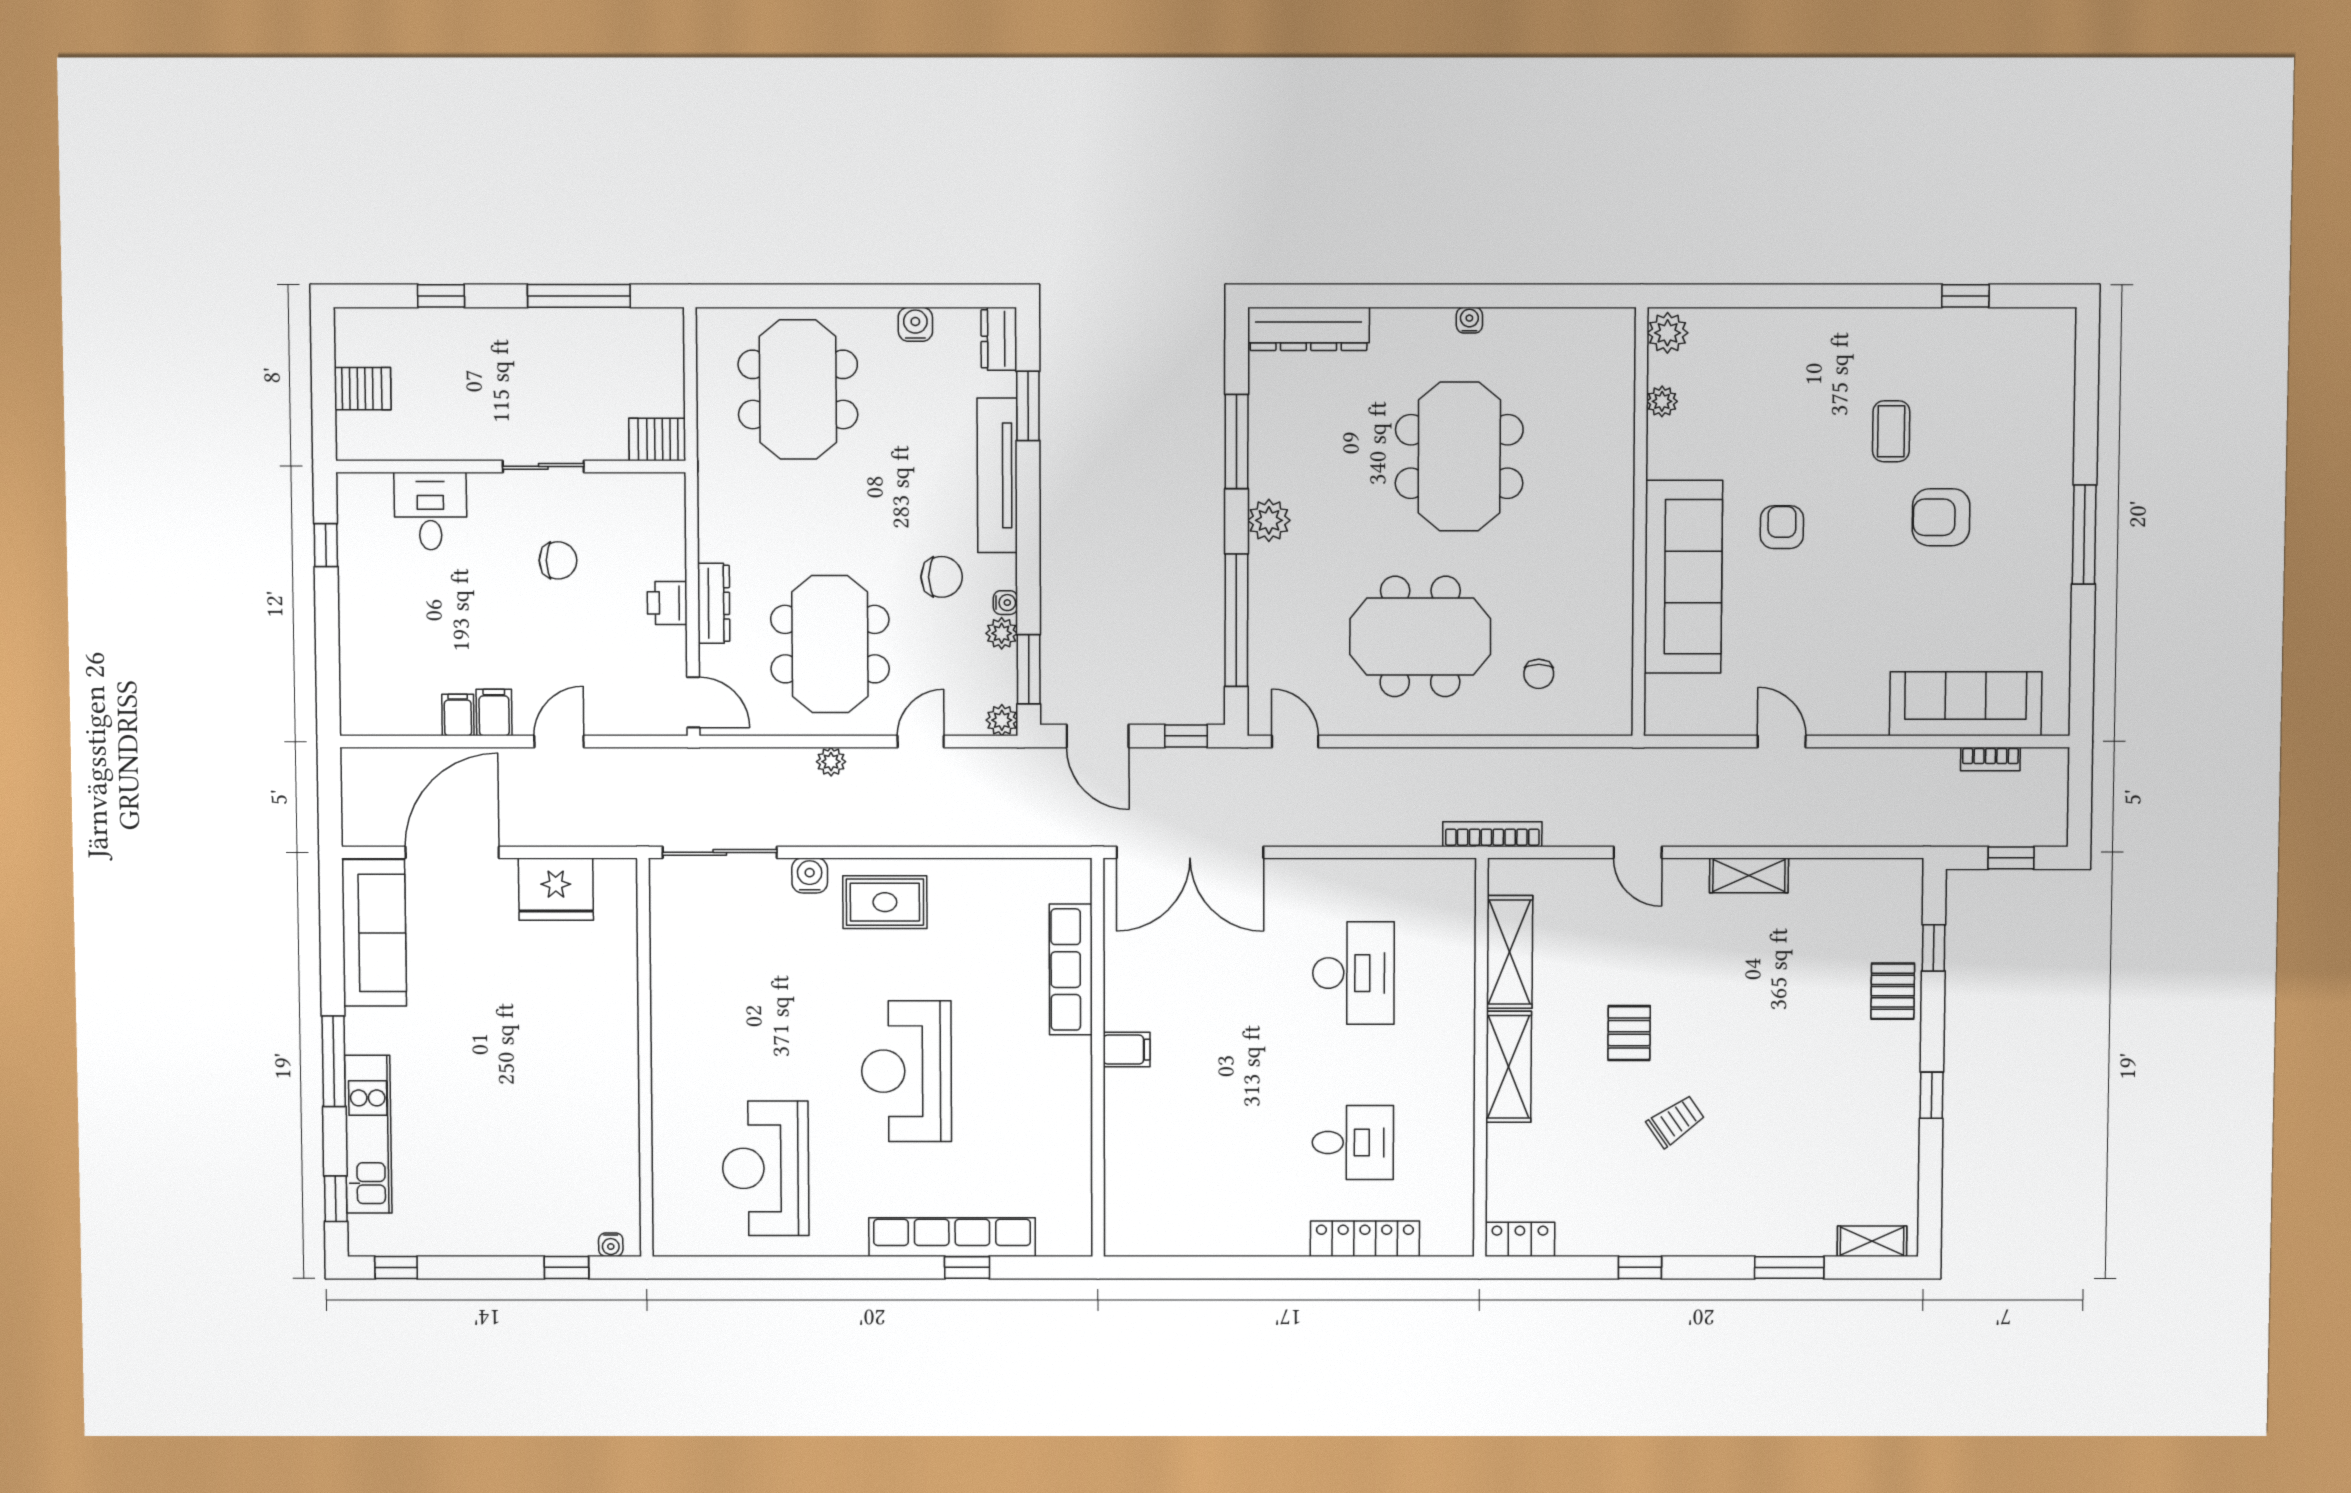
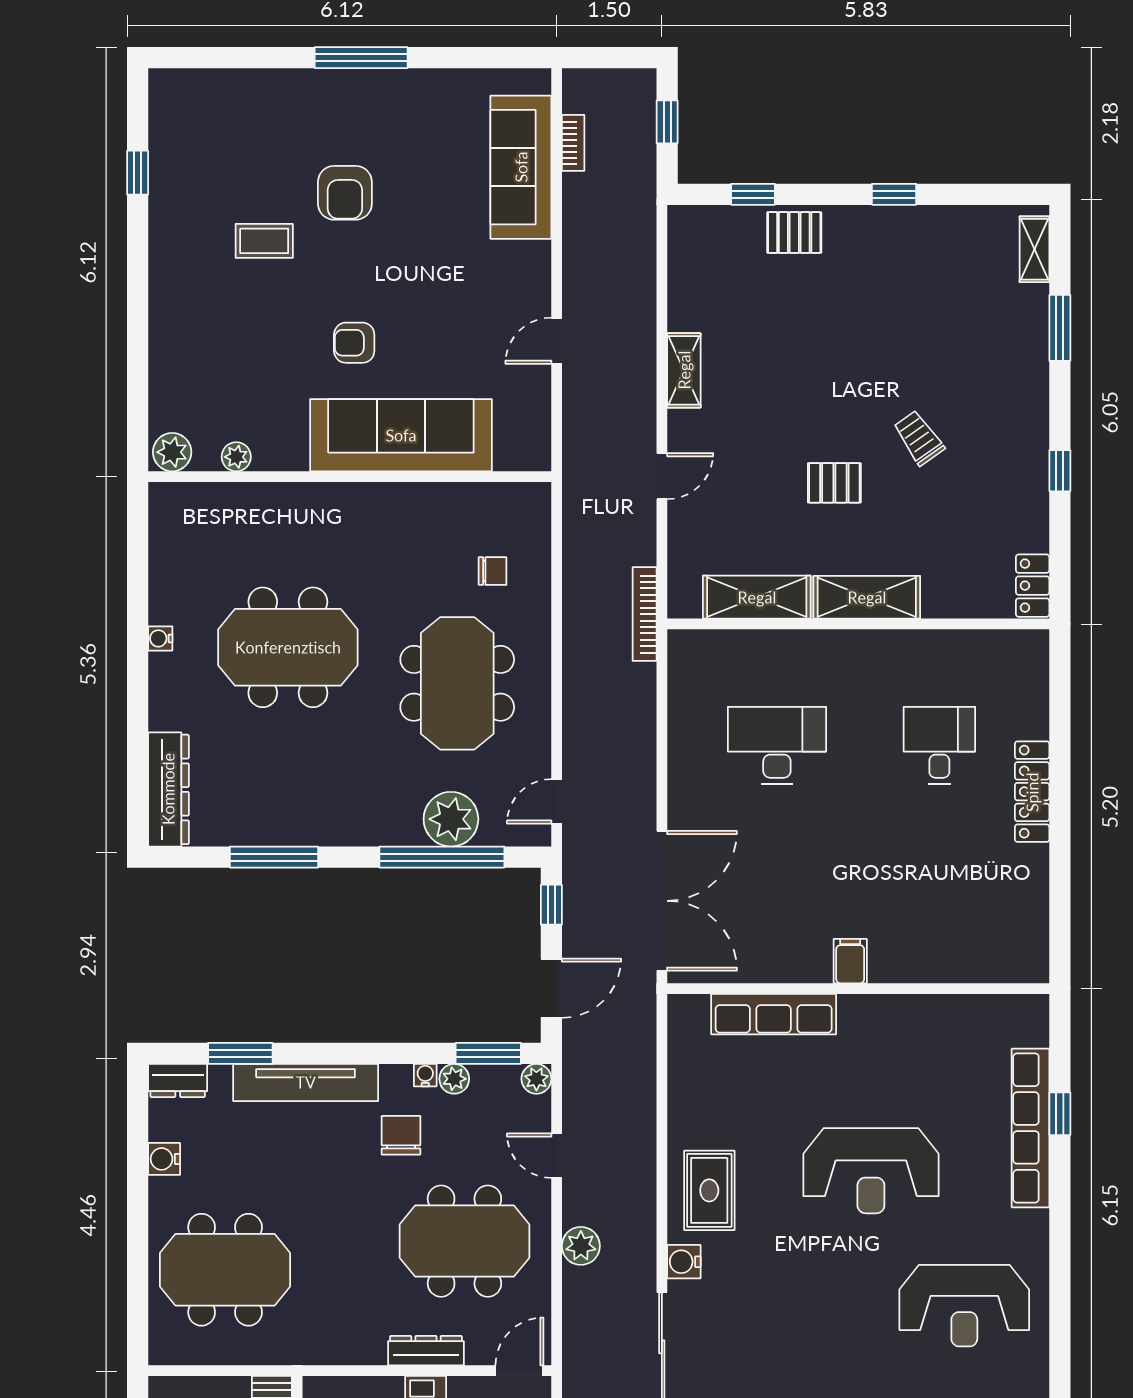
plant: (1269, 520) -> (451, 819), moved, width x1.36, depth x1.36
plant: (831, 762) -> (581, 1246), width x1.38, depth x1.38
locker: (1365, 1239) -> (1032, 792), moved

